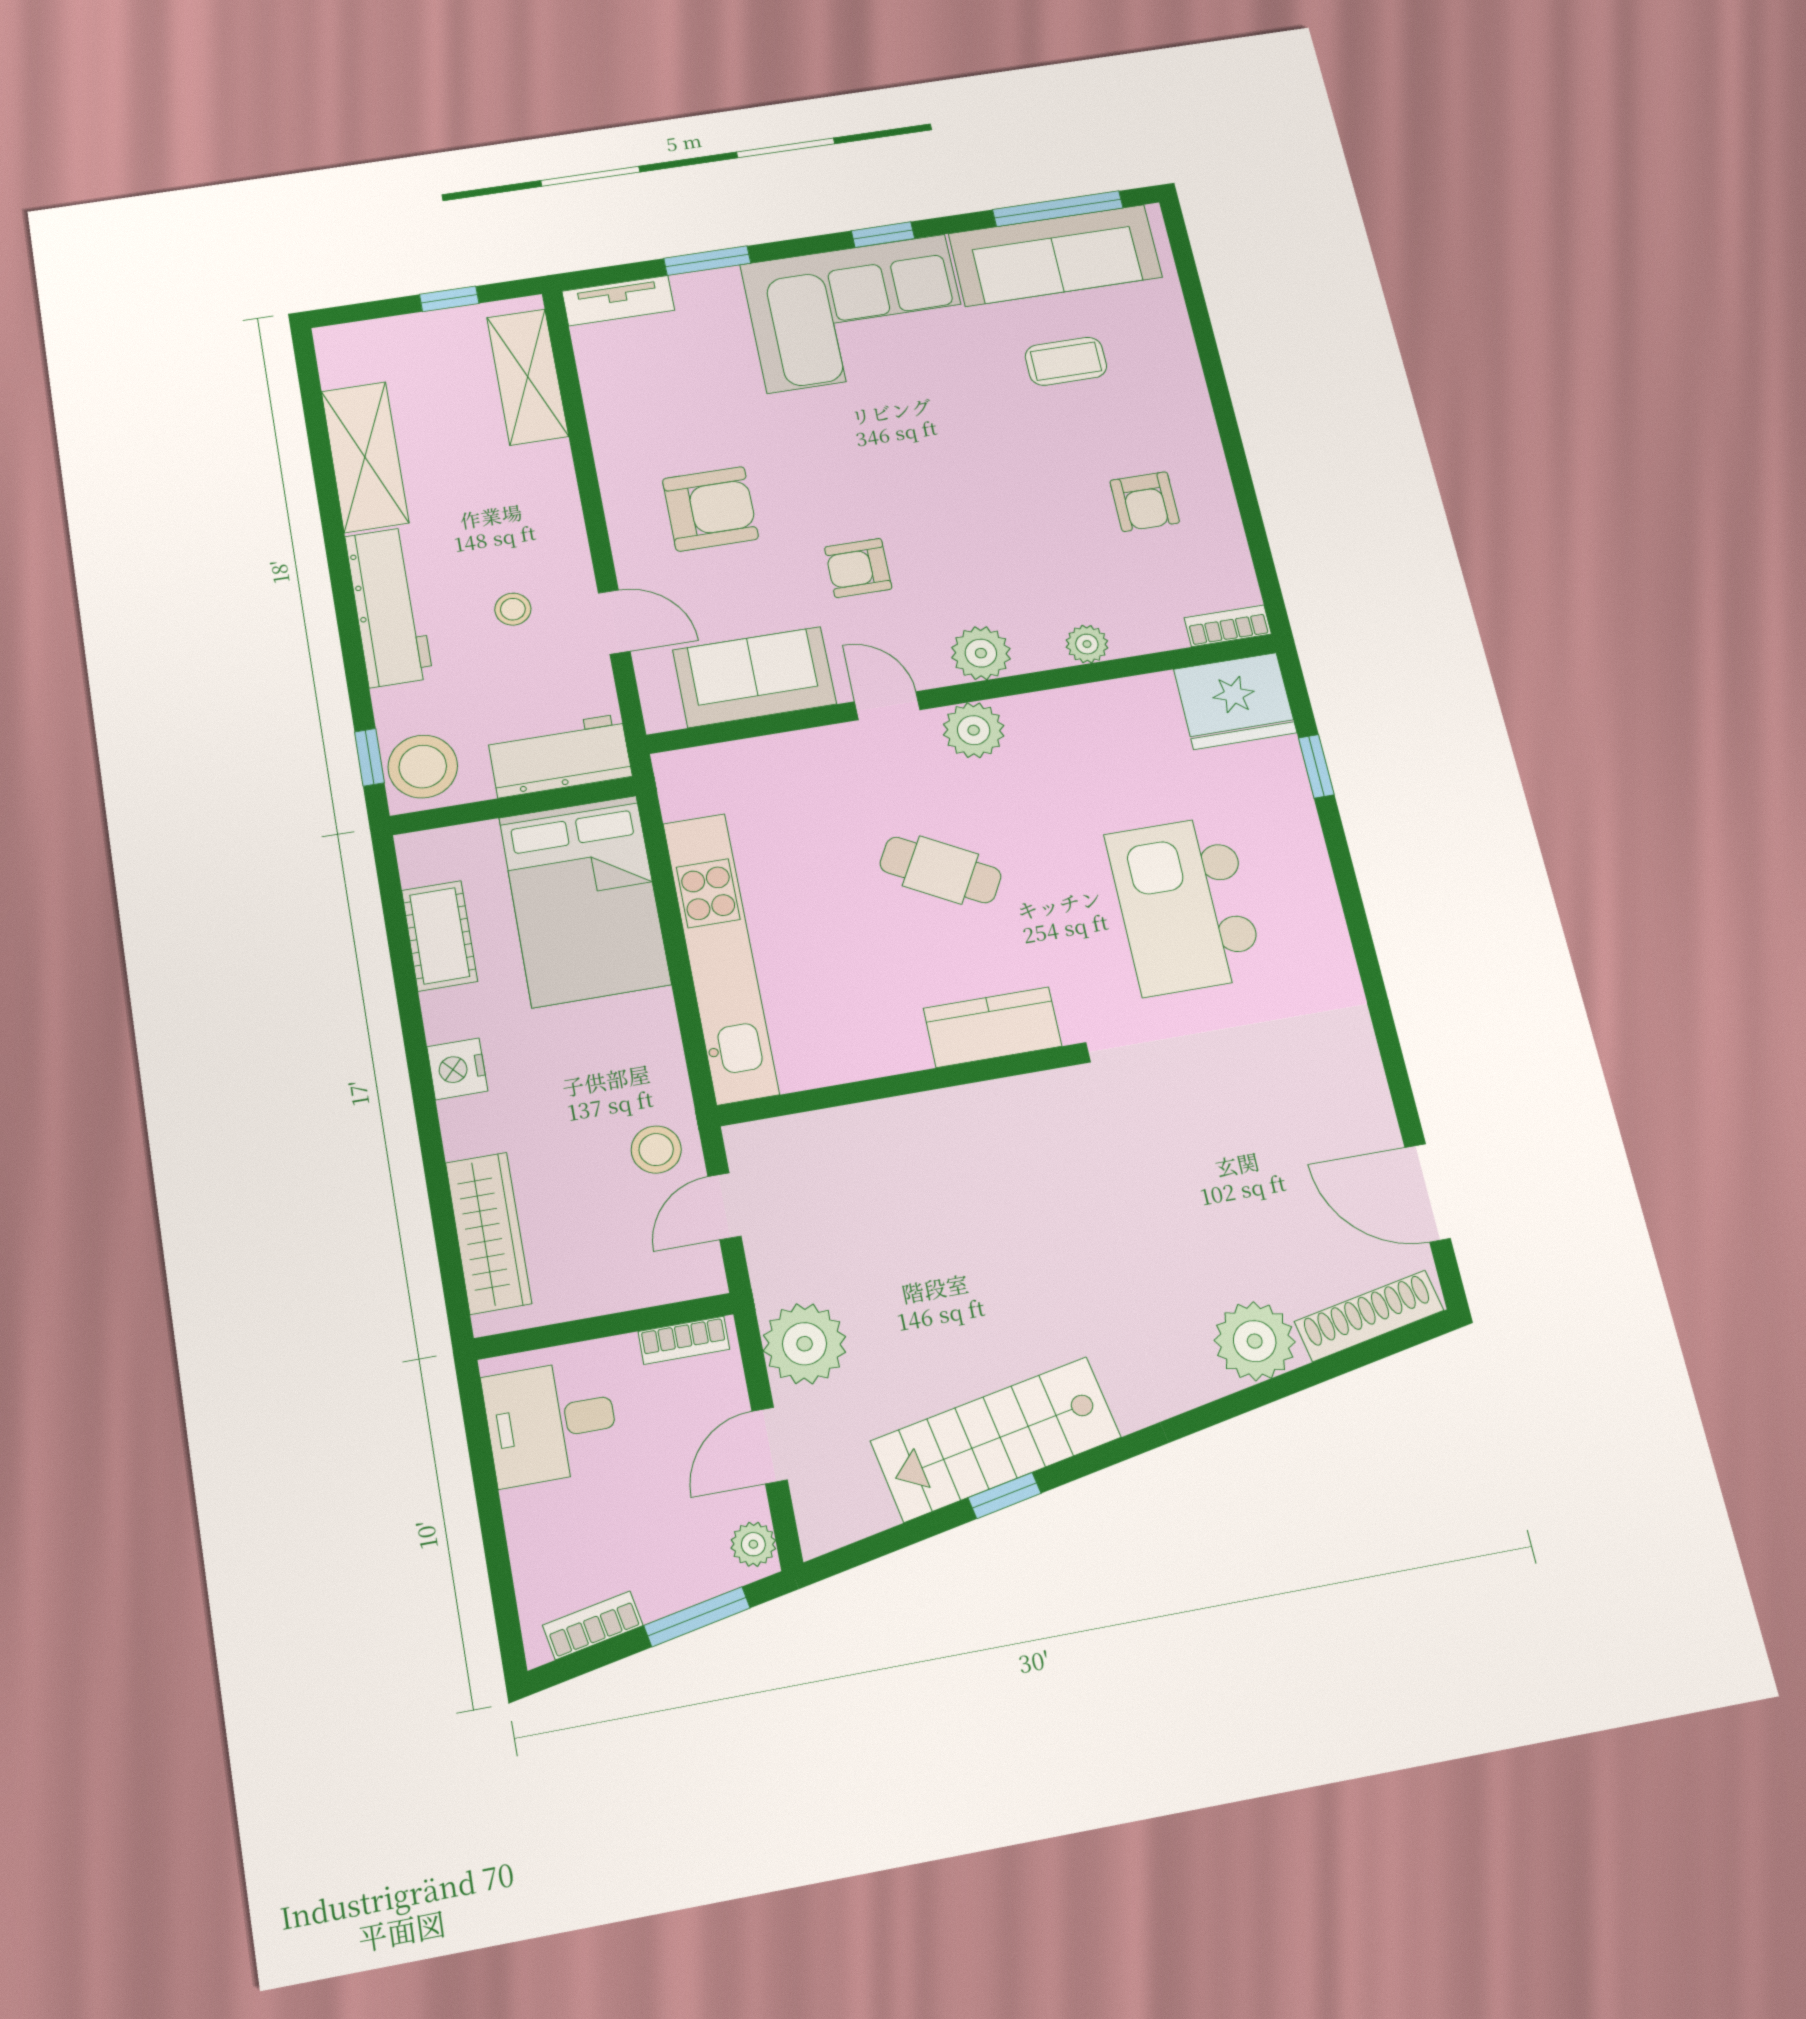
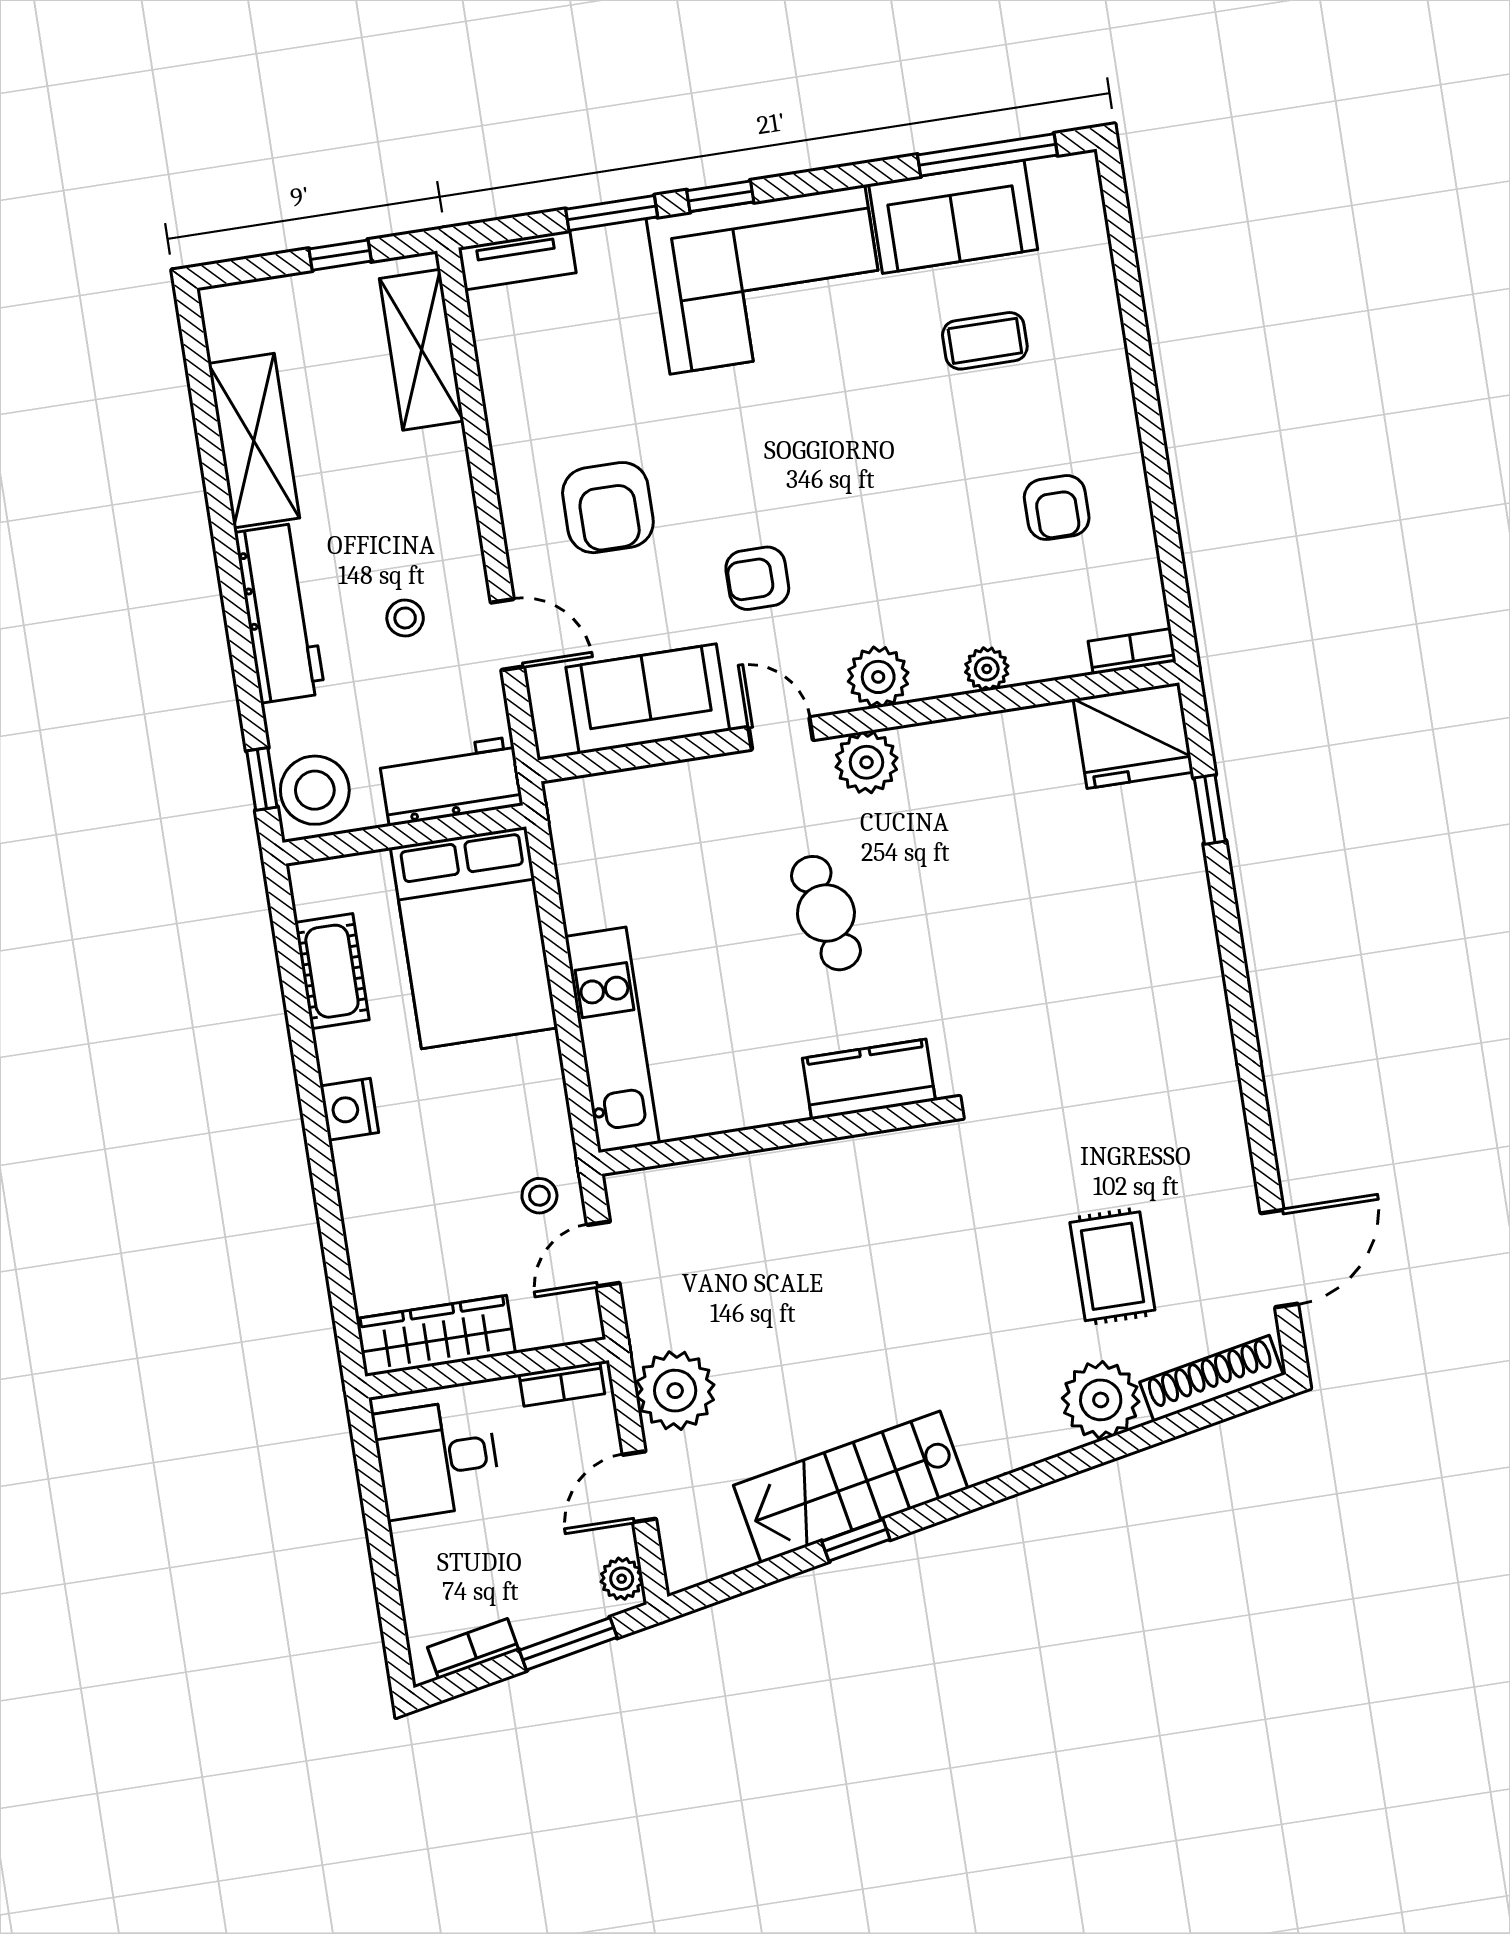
window: (883, 235) -> (720, 196), moved
sofa: (1055, 255) -> (953, 217), width x0.73
armchair: (710, 509) -> (608, 508), turned 90
cafe table: (940, 870) -> (826, 913), turned 49
kitchen island: (1185, 905) -> (1066, 956), removed
kitchen unit: (721, 958) -> (612, 1040), width x0.73
stool: (656, 1150) -> (539, 1196), width x0.73, depth x0.73
door: (1428, 1193) -> (1279, 1258), swing flipped
rug: (1256, 1205) -> (1112, 1266), added
wardrobe: (488, 1233) -> (436, 1336), moved, turned -90

